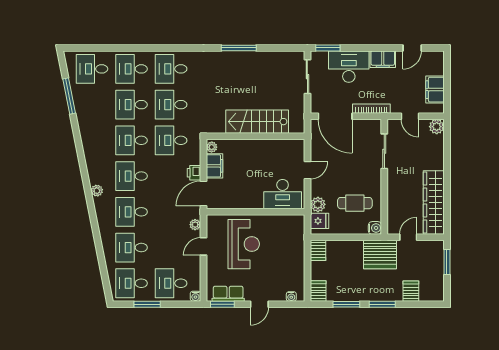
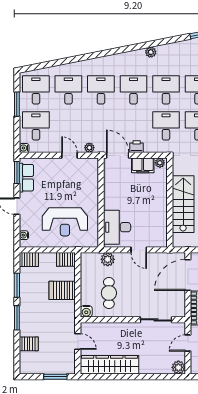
plant: (97, 191) -> (151, 52), moved
fridge: (319, 221) -> (93, 261), removed
reception desk: (244, 244) -> (65, 222), moved
server rack: (380, 254) -> (62, 290), moved, width x0.62

